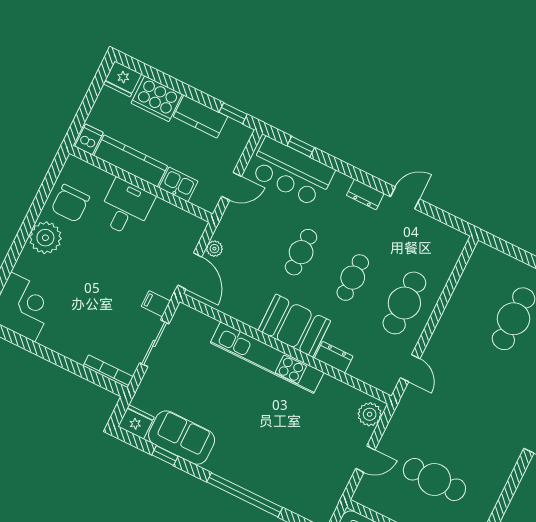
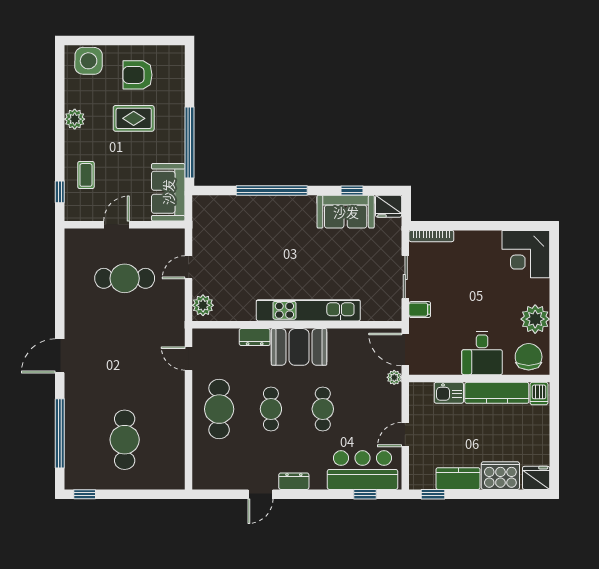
dishwasher: (89, 139) -> (539, 394), moved
kitchen counter: (131, 161) -> (497, 393), moved
wall: (141, 184) -> (479, 378), moved
kitchen sink: (178, 184) -> (449, 393), moved
desk: (126, 208) -> (482, 353), moved

